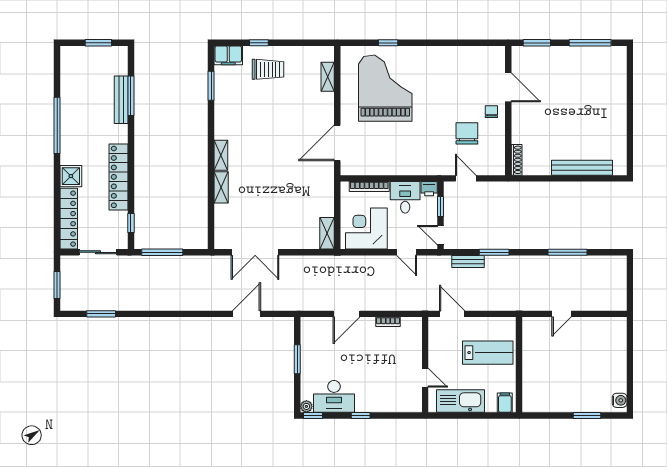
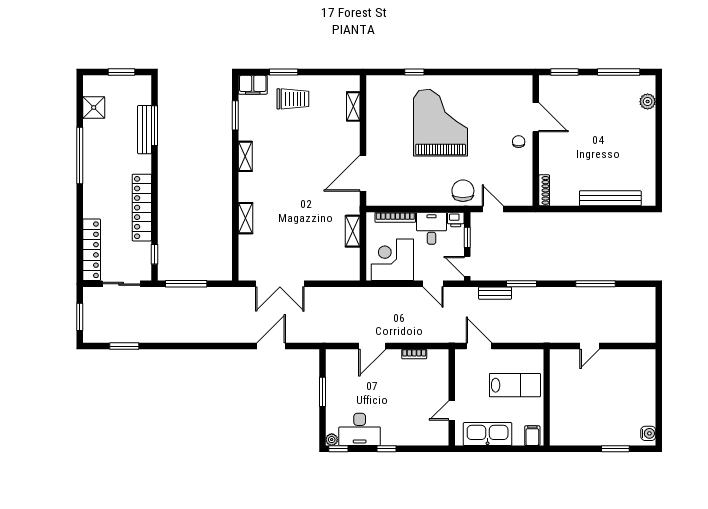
window: (259, 43) -> (284, 72), width x1.50
plant: (619, 72) -> (648, 102), added
grand piano: (385, 88) -> (441, 123), moved
chair: (467, 133) -> (463, 191), moved
shelving: (221, 155) -> (245, 156), moved
shower: (71, 176) -> (94, 108), moved
shelving: (327, 233) -> (353, 231), moved
door: (425, 378) -> (452, 410), swing flipped

